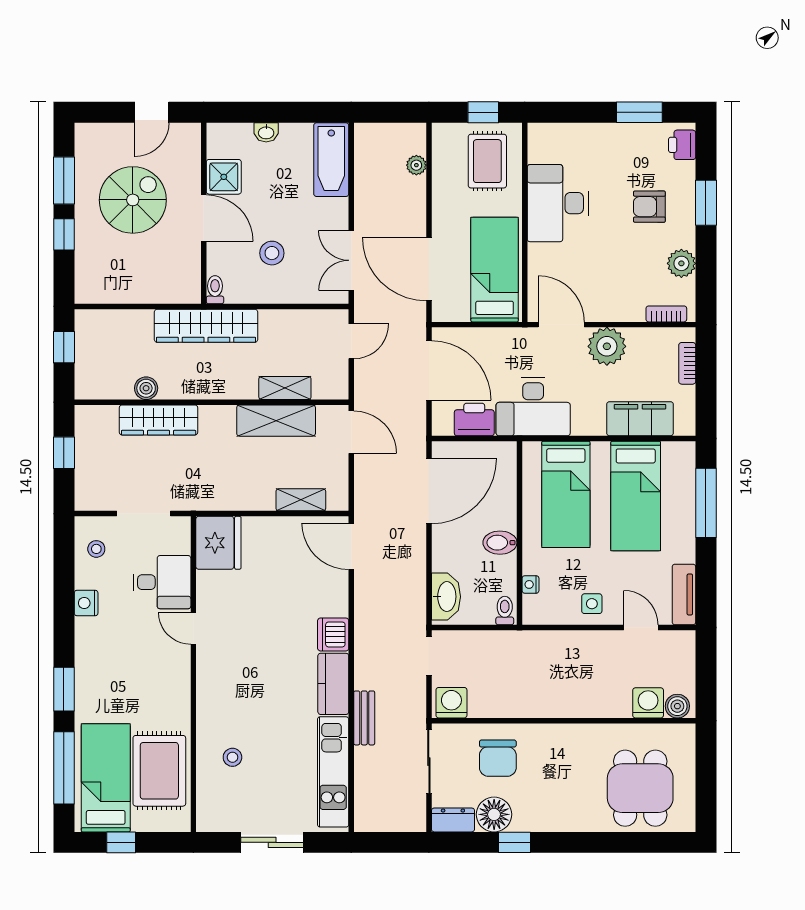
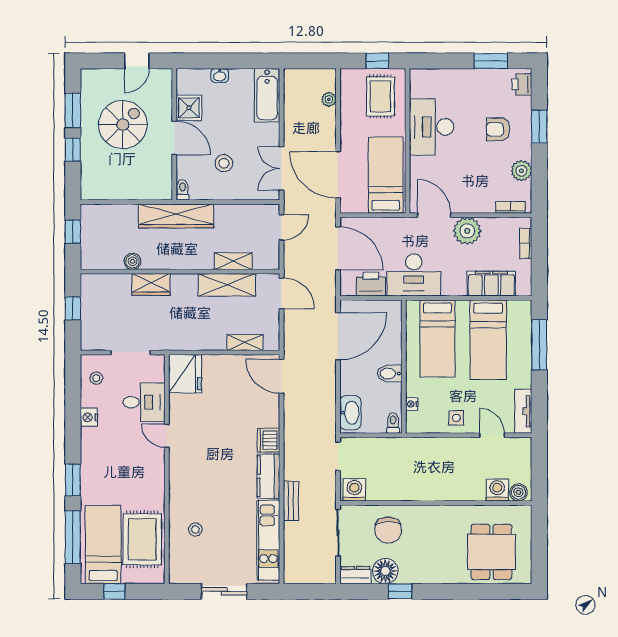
wardrobe: (159, 420) -> (151, 284), width x0.67

